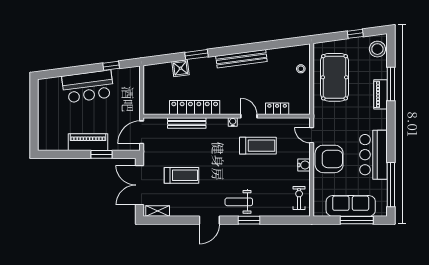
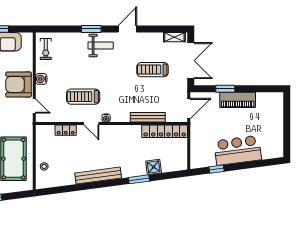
locker: (195, 108) -> (165, 131), moved

